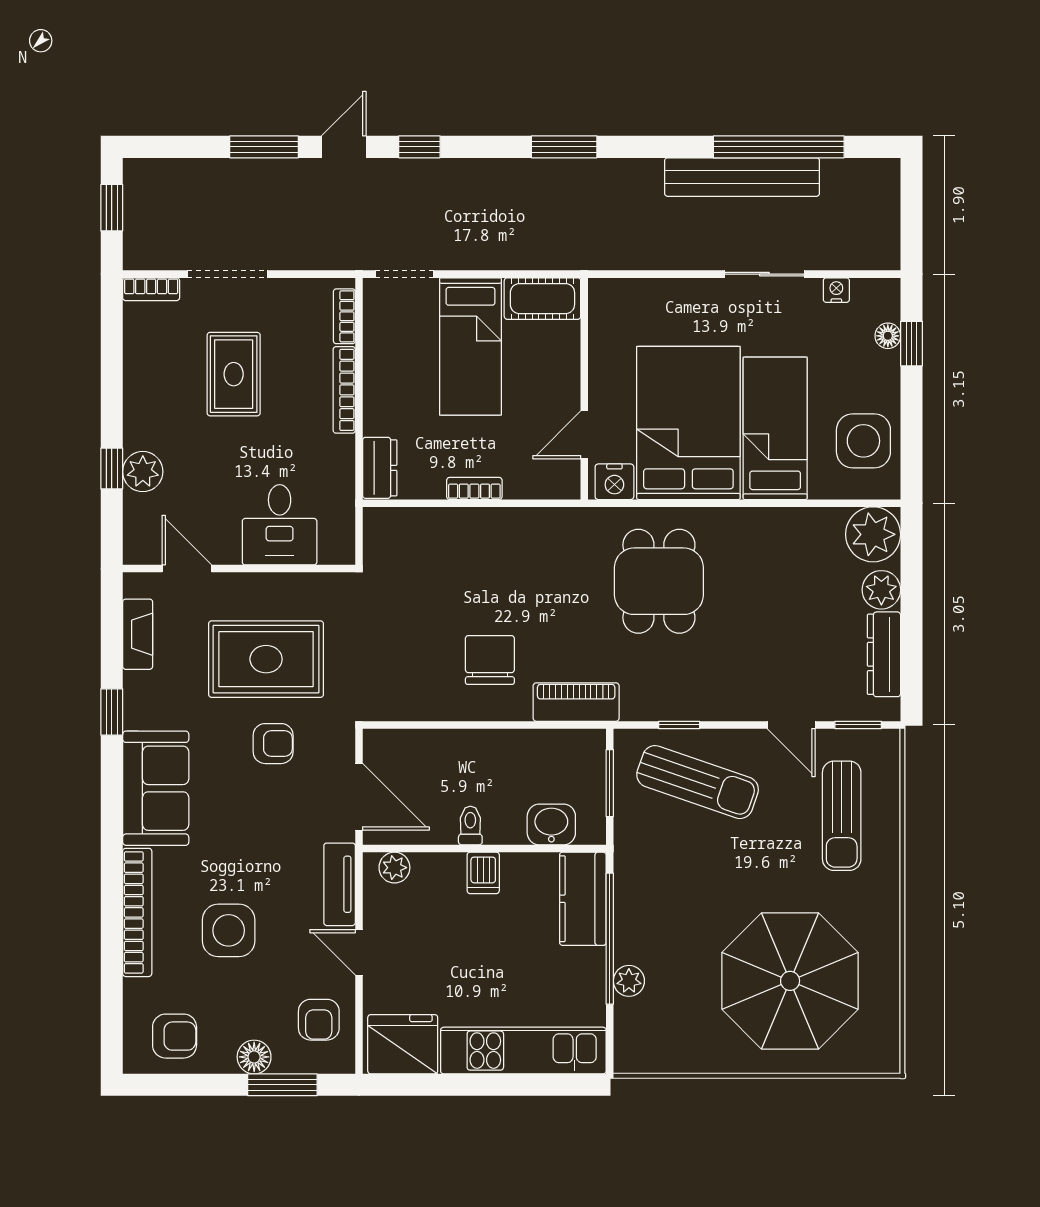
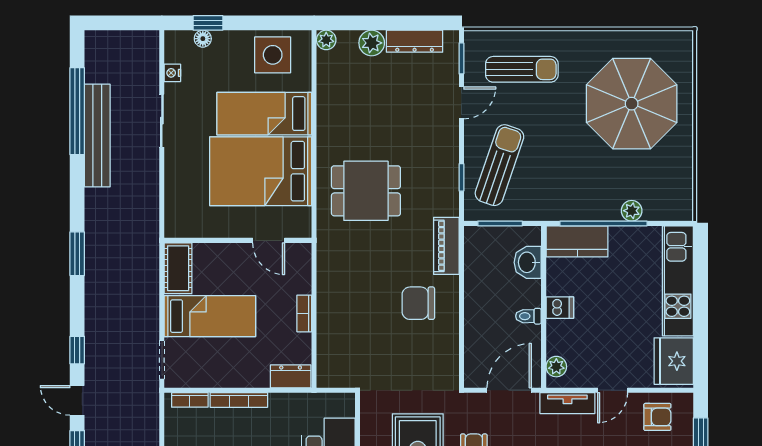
nightstand: (614, 482) -> (300, 220), removed
plant: (873, 534) -> (326, 40), width x0.53, depth x0.53

